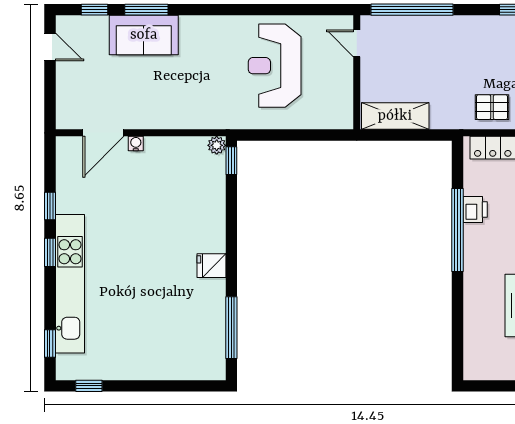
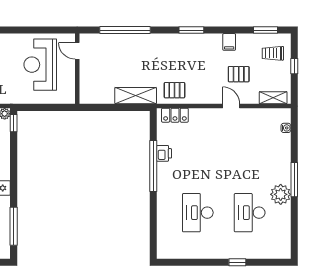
door: (357, 43) -> (77, 51), moved
wall: (357, 72) -> (77, 69), moved
shelving: (395, 116) -> (136, 96), moved

